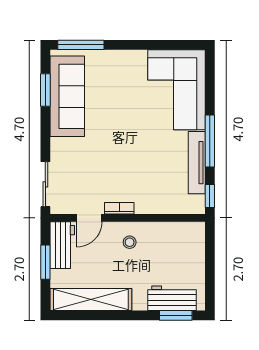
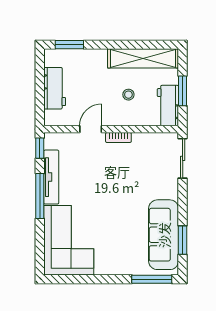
door: (89, 218) -> (91, 129), moved
stool: (130, 242) -> (128, 95), moved
workbench: (172, 298) -> (55, 88), moved, turned -90

